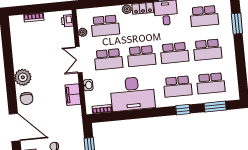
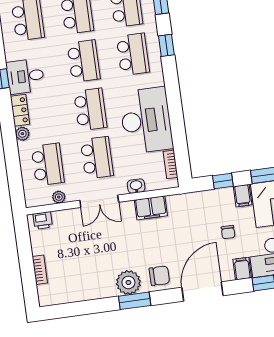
window: (10, 81) -> (135, 301), added

